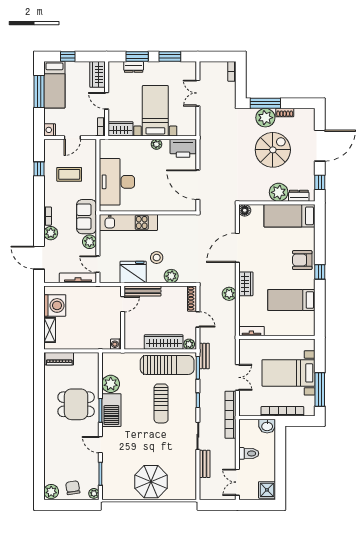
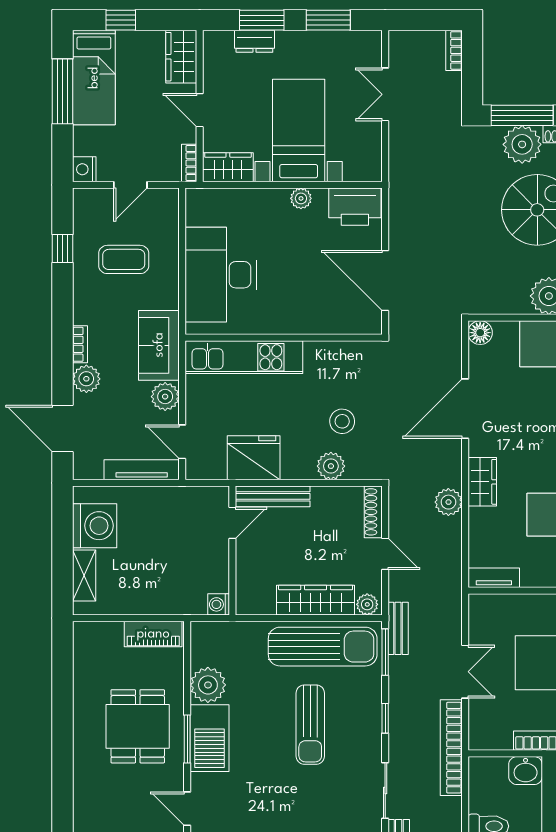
stool: (157, 258) -> (342, 421), moved
piano: (59, 359) -> (153, 634), moved
dining table: (76, 404) -> (138, 726), turned 90

